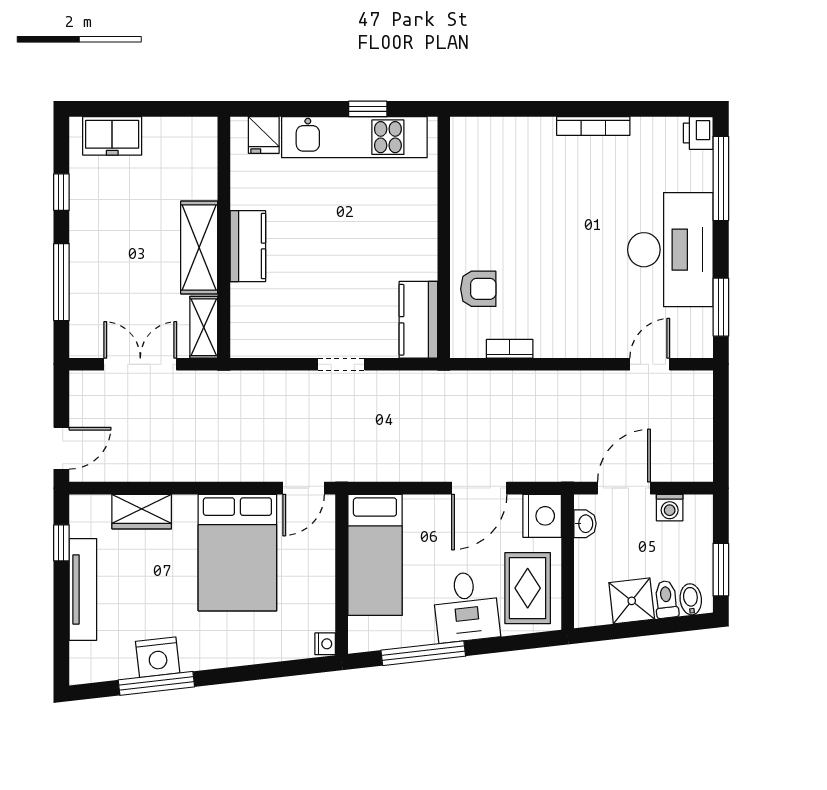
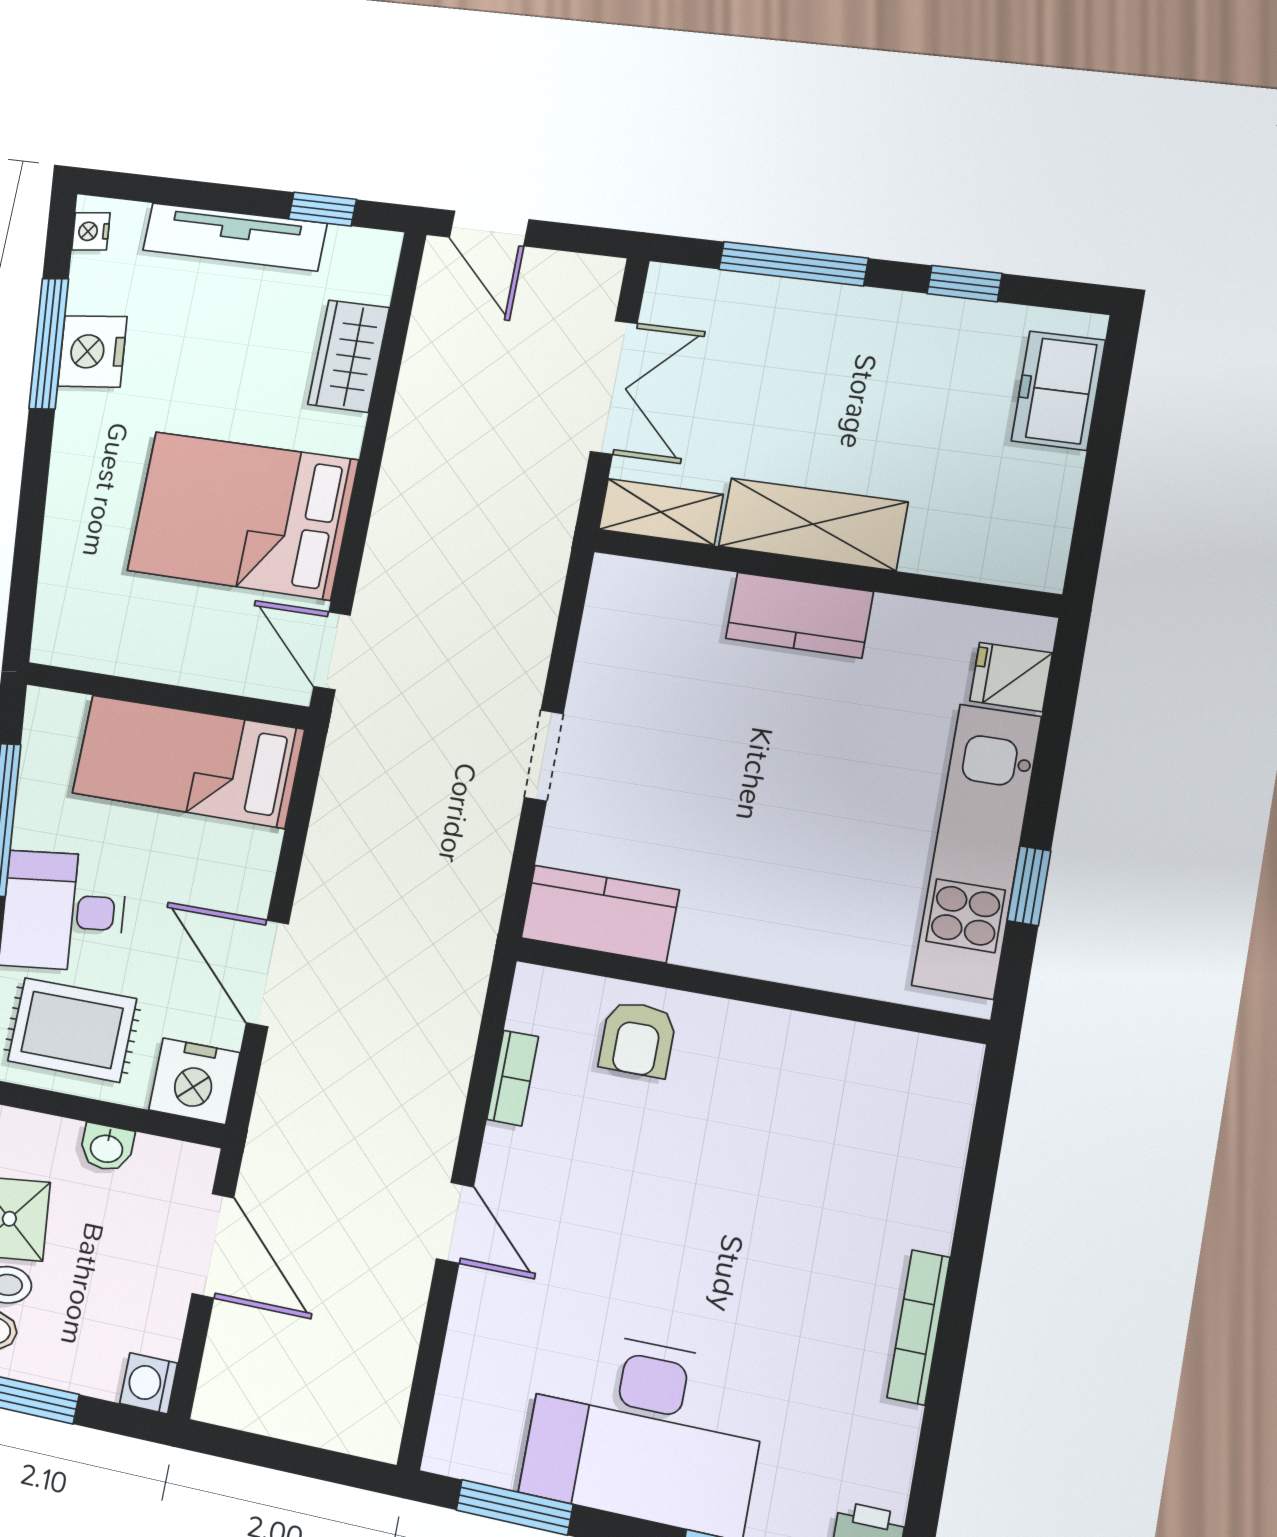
door: (650, 364) -> (455, 1223), moved
washing machine: (670, 508) -> (149, 1383), moved
washbasin: (585, 524) -> (107, 1148), moved
nightstand: (325, 644) -> (91, 231), moved, turned 84

